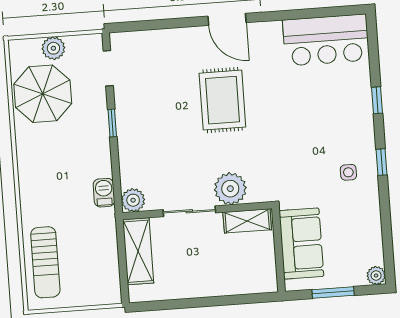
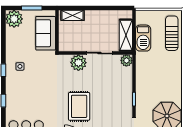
barbecue: (104, 193) -> (143, 38), moved, width x1.88, depth x1.53
shelving: (247, 221) -> (73, 15), moved
plant: (376, 276) -> (14, 19), width x1.88, depth x1.88

